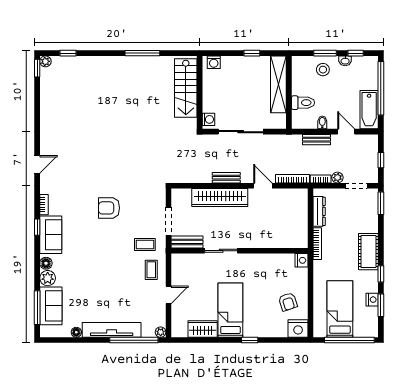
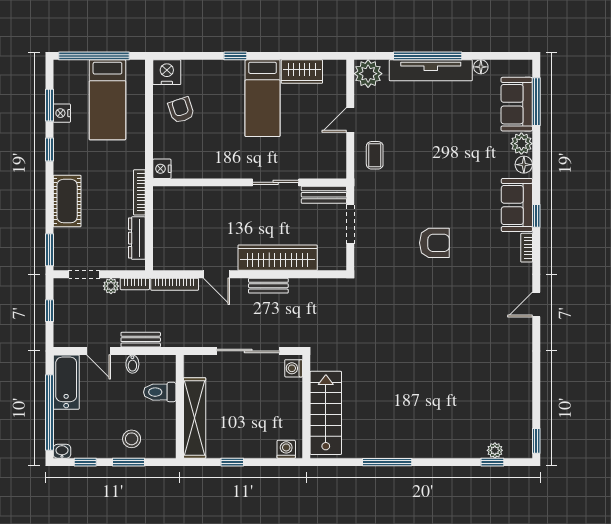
plant: (45, 61) -> (495, 450), moved
washbasin: (345, 61) -> (62, 451), moved
coffee table: (145, 244) -> (384, 191), removed
cot: (368, 252) -> (67, 201), moved
plant: (161, 332) -> (368, 74), width x1.87, depth x1.87
window: (134, 340) -> (428, 56), moved

